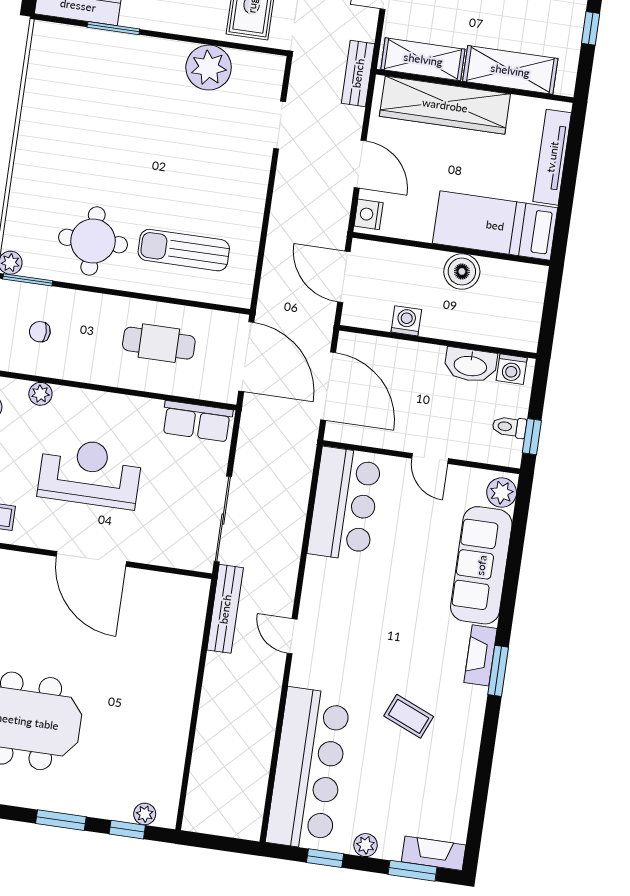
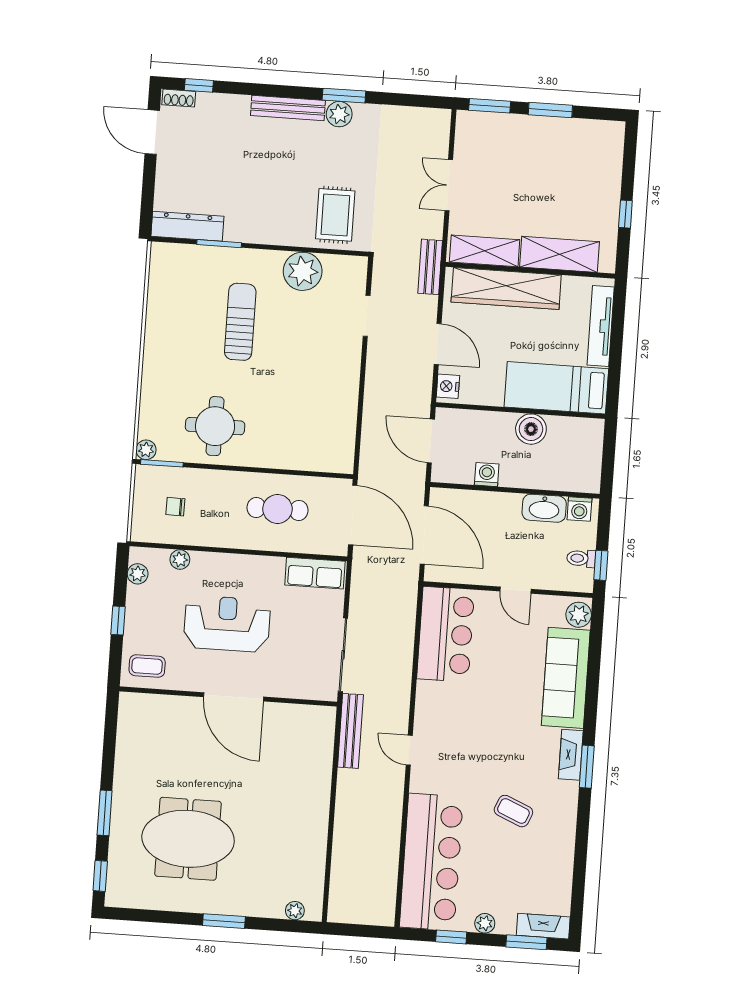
sun lounger: (184, 250) -> (240, 322), moved, turned 90
window: (127, 830) -> (281, 925), removed

